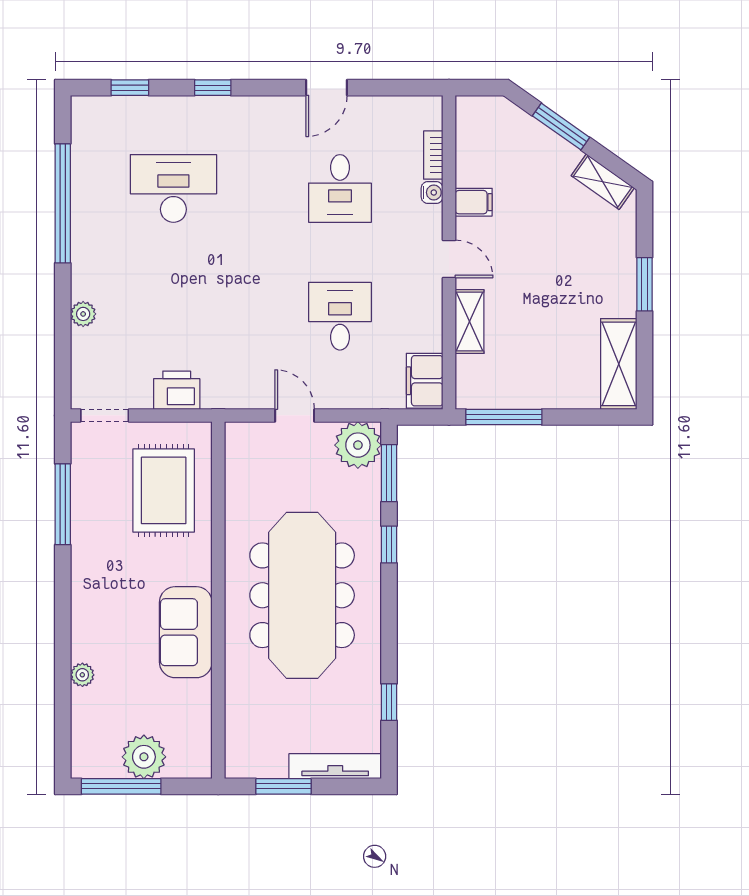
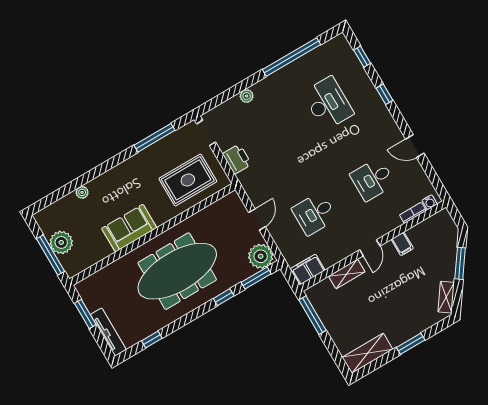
water cooler: (432, 192) -> (430, 202), moved
desk: (340, 316) -> (314, 214), turned 180
window: (121, 786) -> (50, 255), moved

